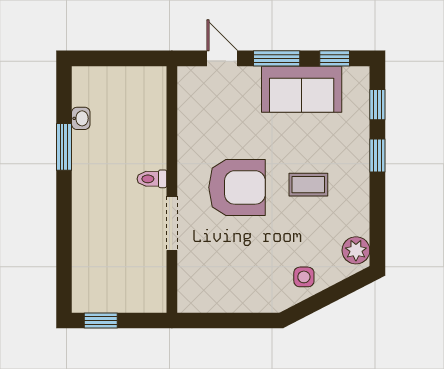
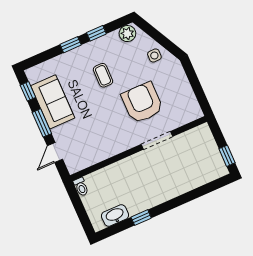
window: (377, 105) -> (96, 33), moved
washbasin: (81, 118) -> (115, 215), width x1.91, depth x1.45
window: (64, 147) -> (141, 218), width x0.67
toilet: (152, 179) -> (81, 187), moved
armchair: (237, 187) -> (142, 103), moved

